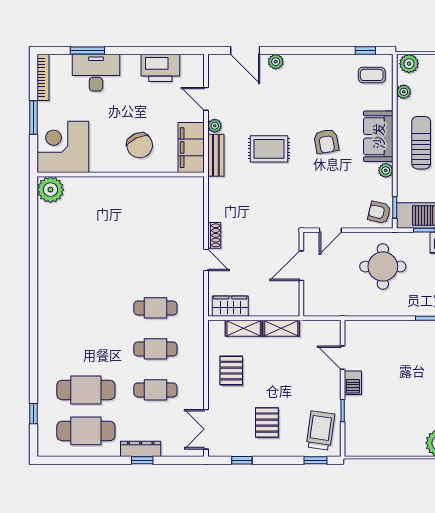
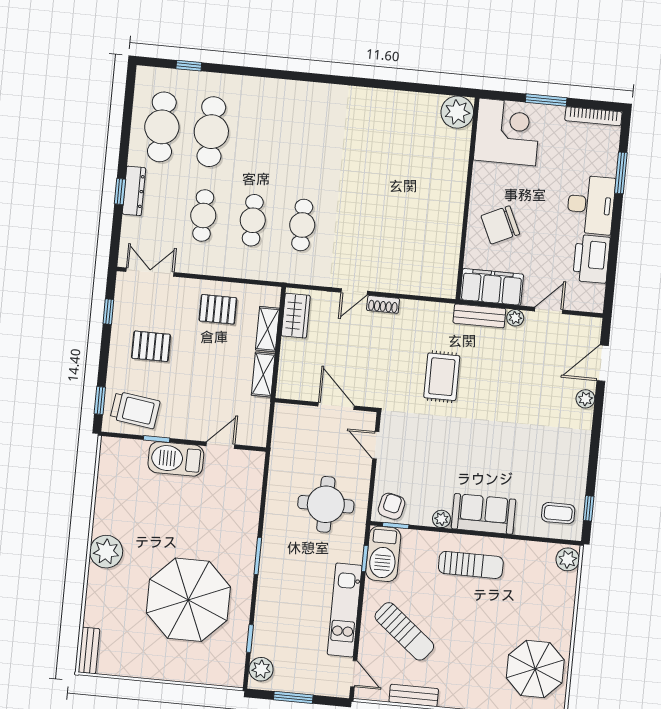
desk: (96, 73) -> (591, 205), moved
coffee table: (372, 75) -> (558, 513), turned 90
plant: (404, 92) -> (534, 550), removed
armchair: (326, 141) -> (483, 451), removed
rug: (269, 149) -> (442, 377), moved
barbecue: (353, 383) -> (176, 459), width x1.88, depth x1.53

